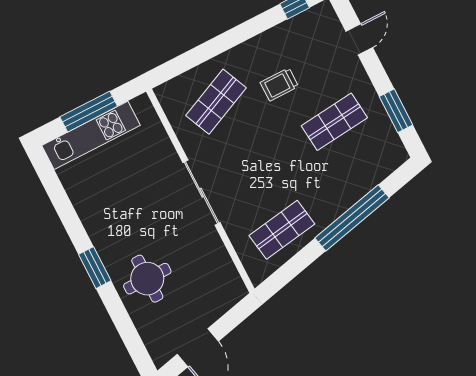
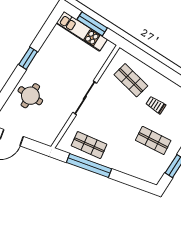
shop shelf: (216, 102) -> (131, 80), turned 36
window: (352, 218) -> (89, 166), moved
window: (95, 268) -> (28, 58), moved

